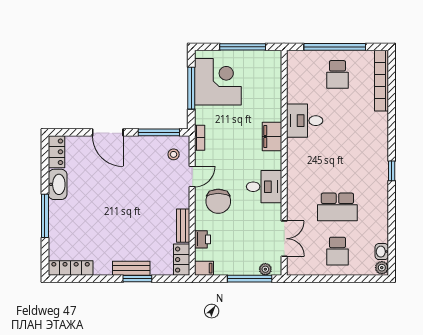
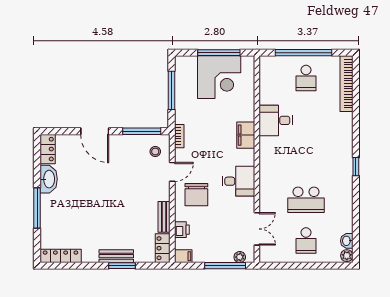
corner desk: (218, 82) -> (219, 77), moved, turned 90

